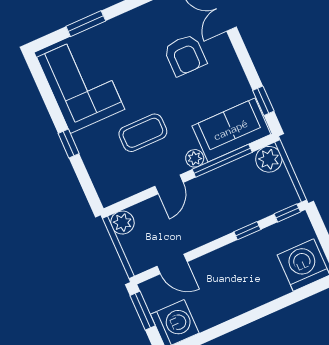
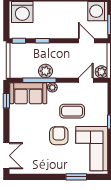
armchair: (185, 55) -> (59, 136), moved
plant: (269, 159) -> (45, 71), moved
door: (169, 184) -> (86, 80), moved

